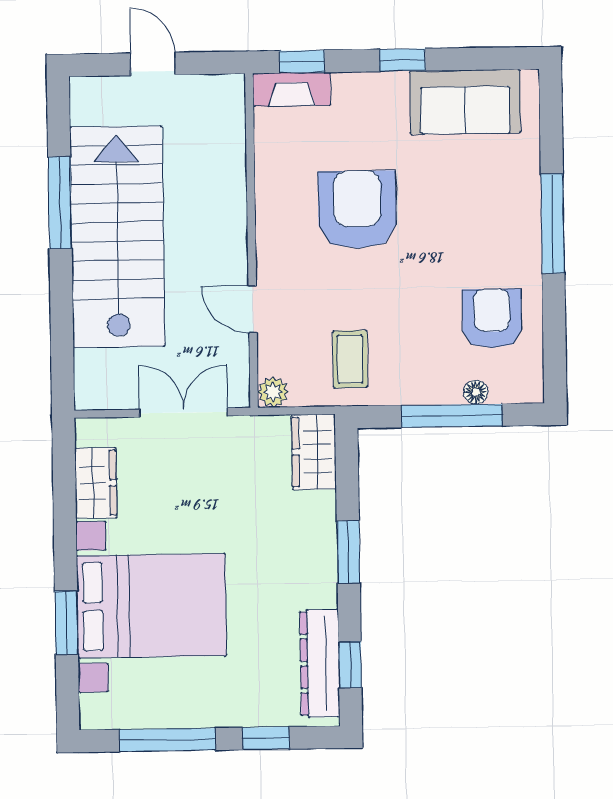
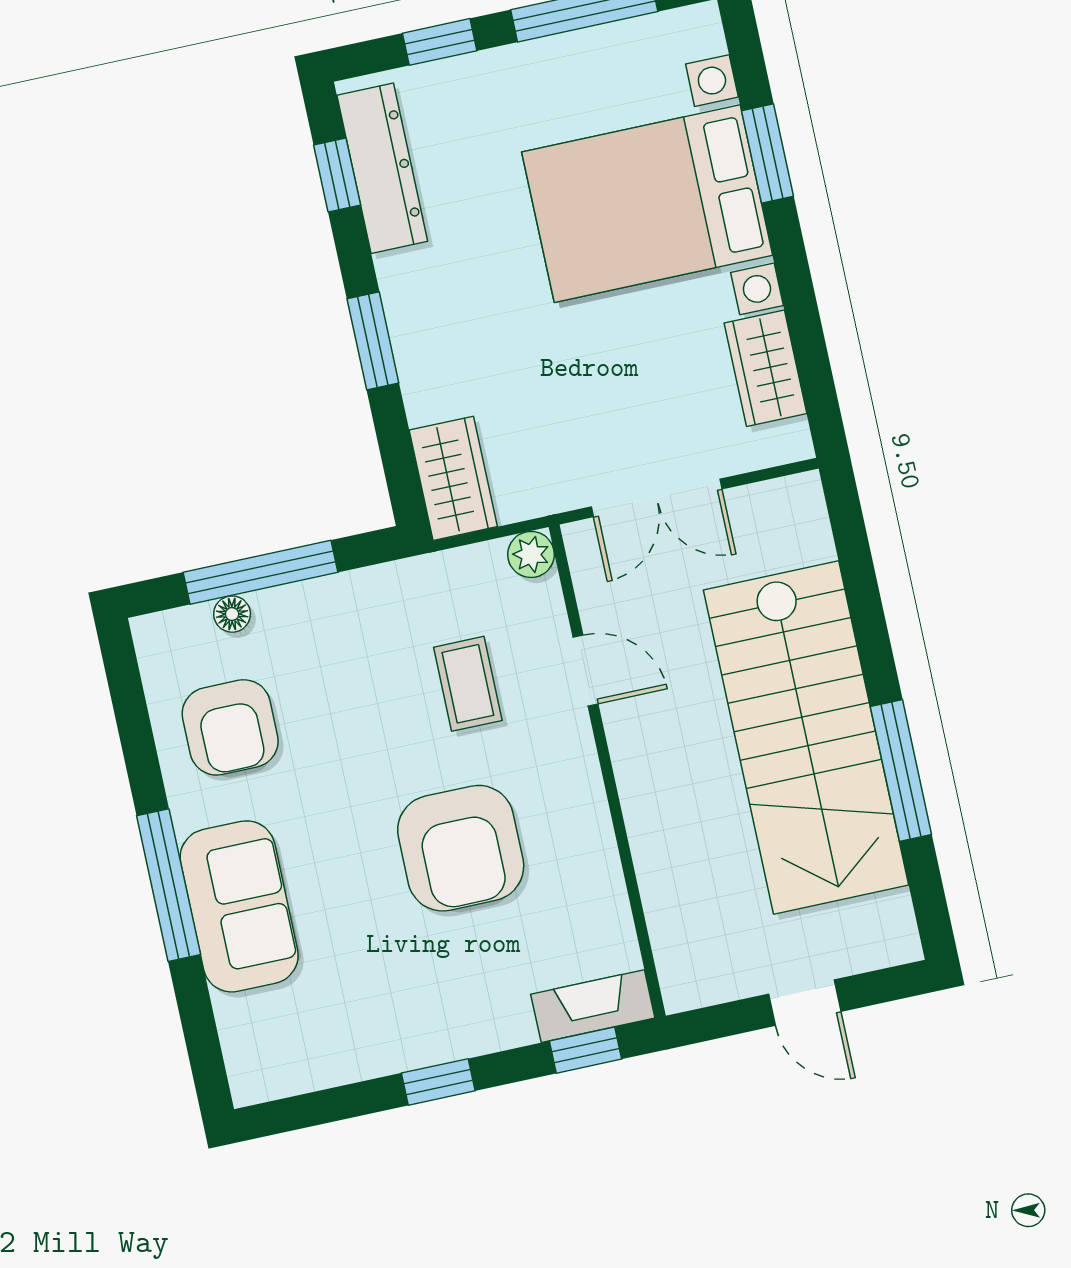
sofa: (465, 102) -> (239, 906), moved, turned 90
coffee table: (350, 359) -> (468, 684), moved

